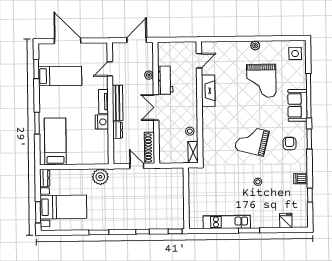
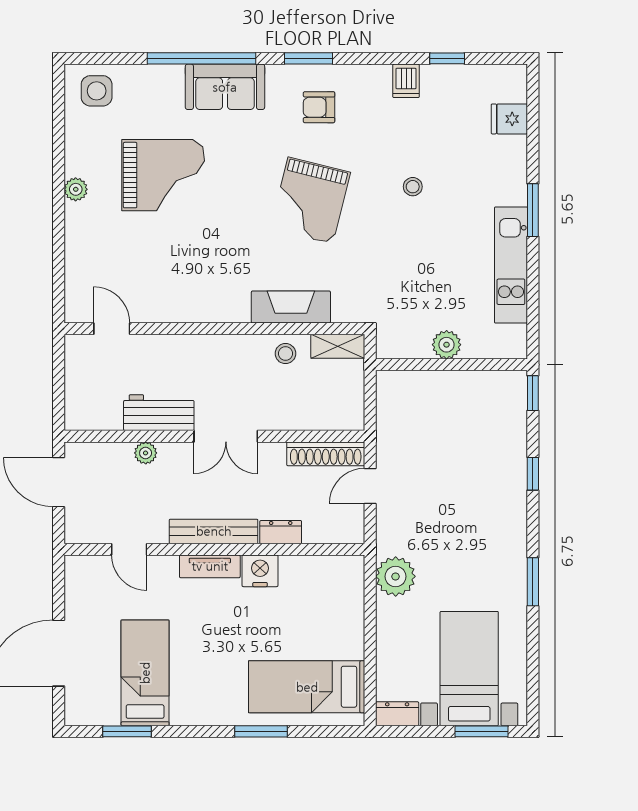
fireplace: (208, 91) -> (291, 307), moved
plant: (194, 196) -> (447, 345), added

